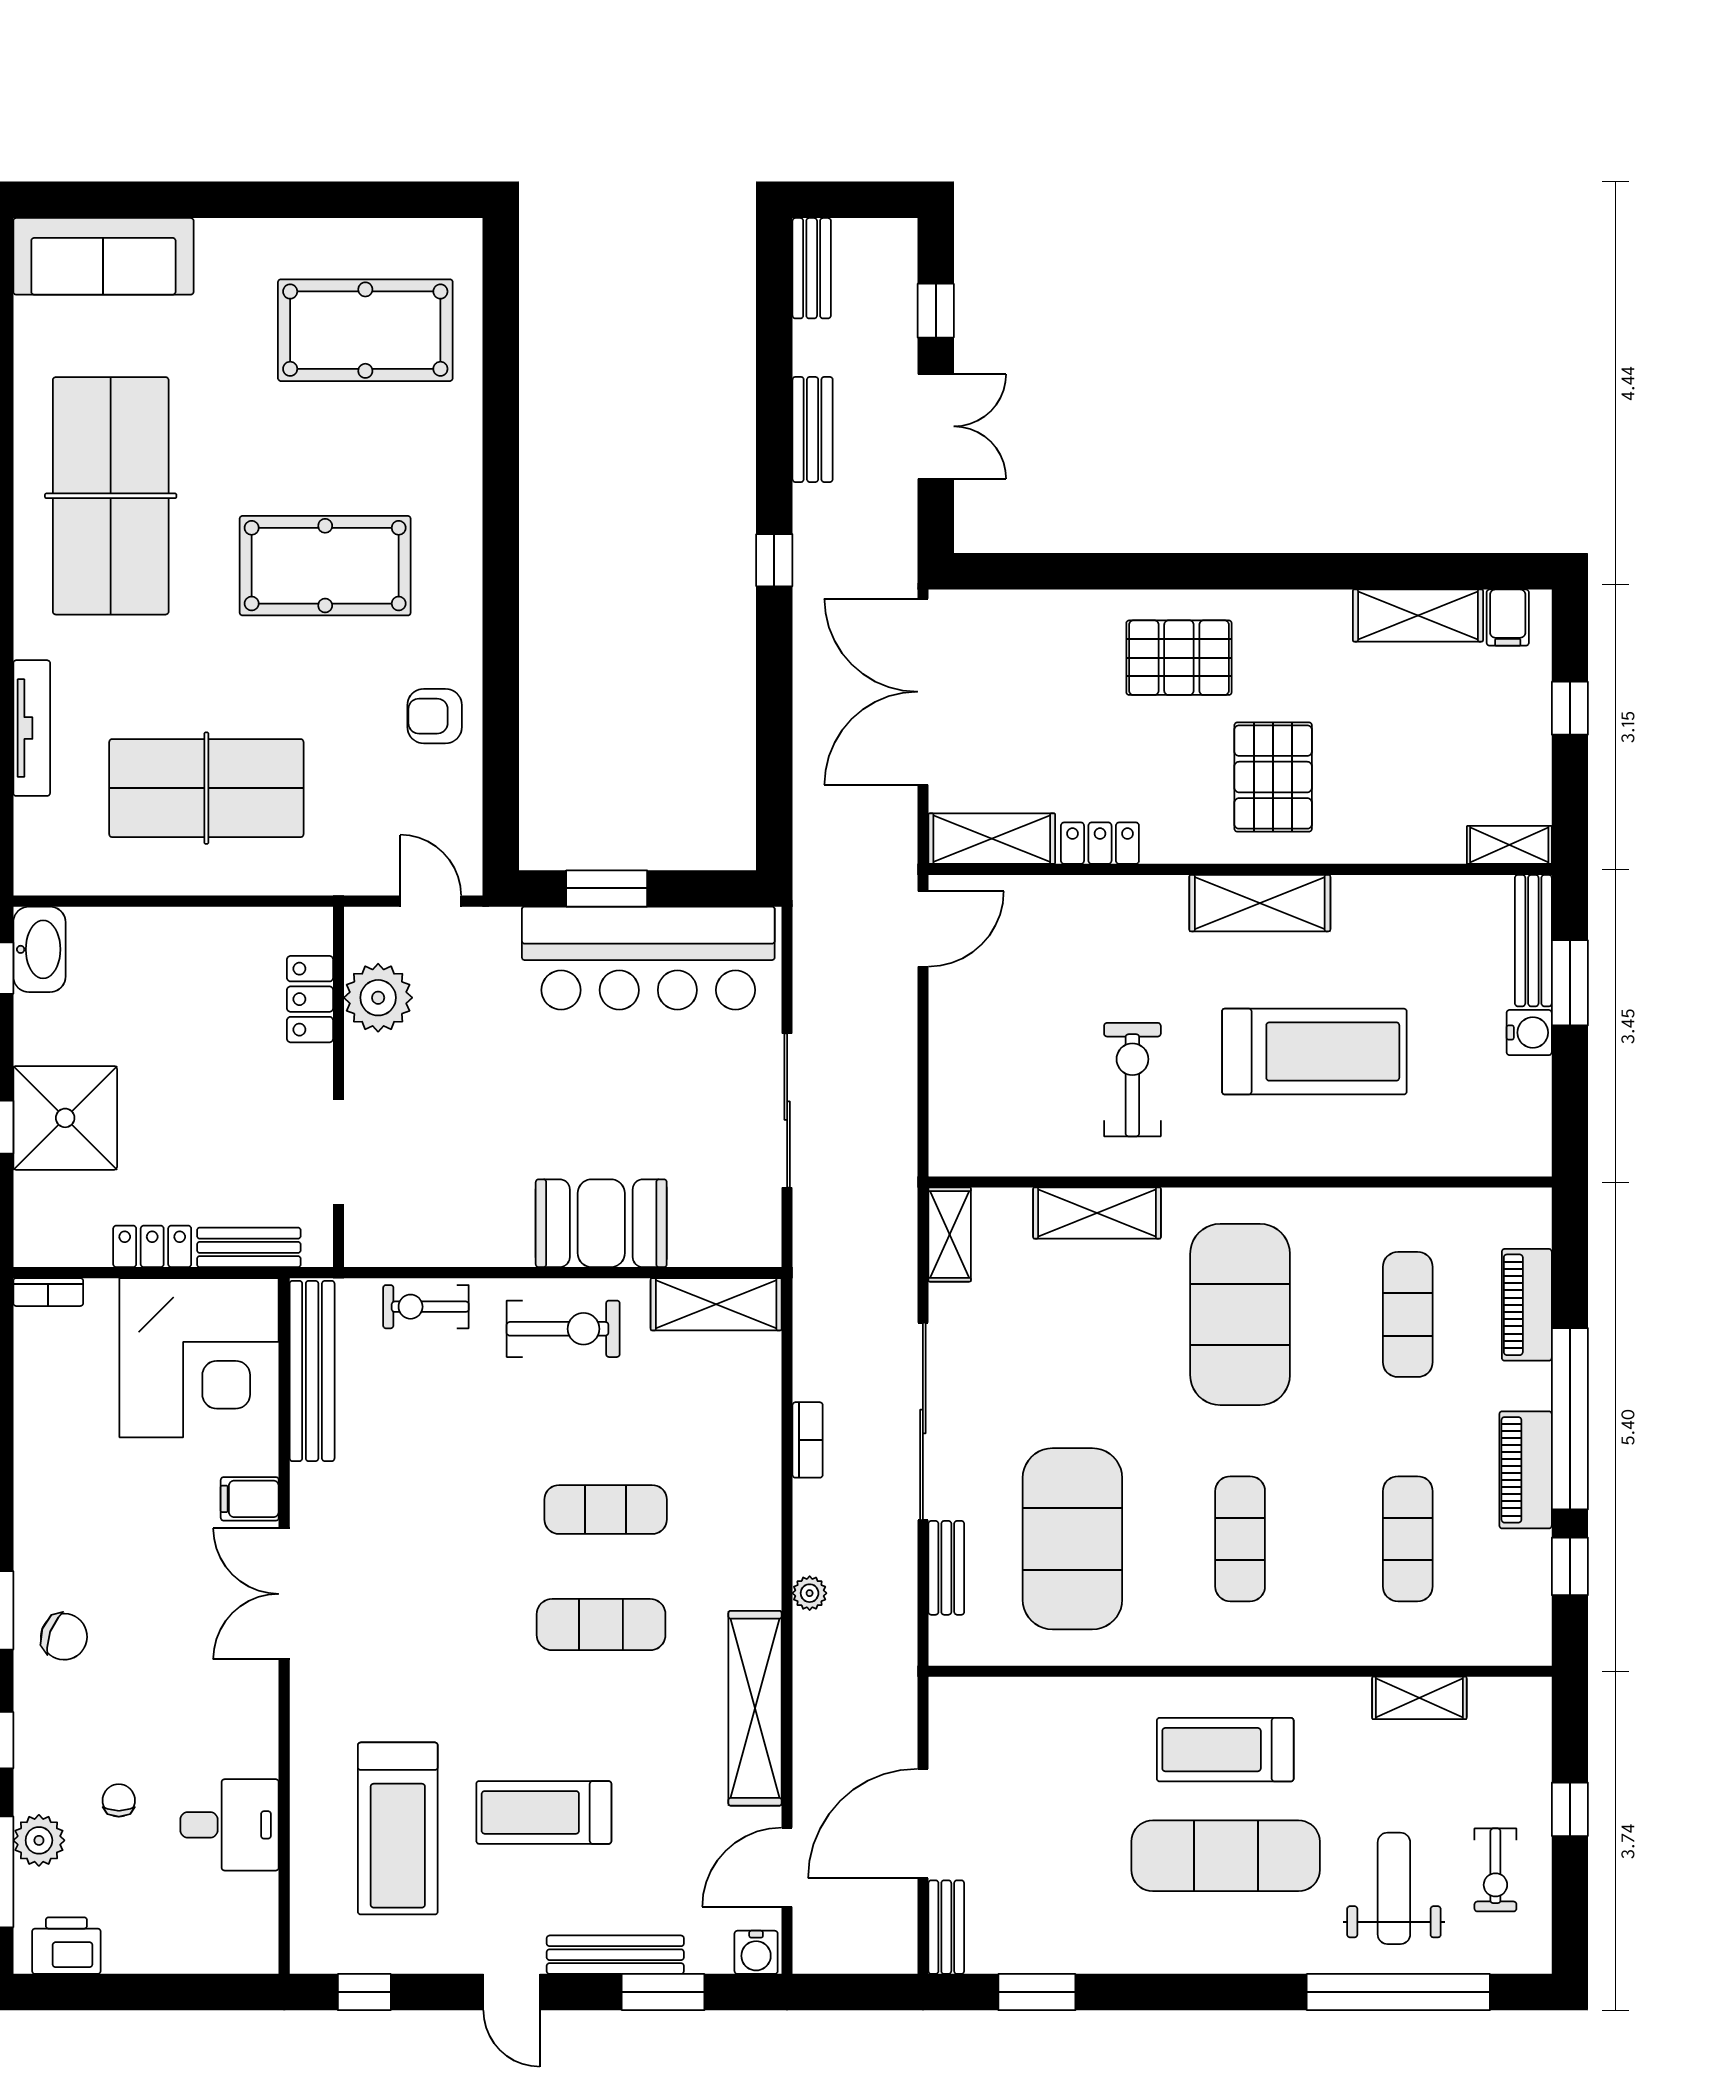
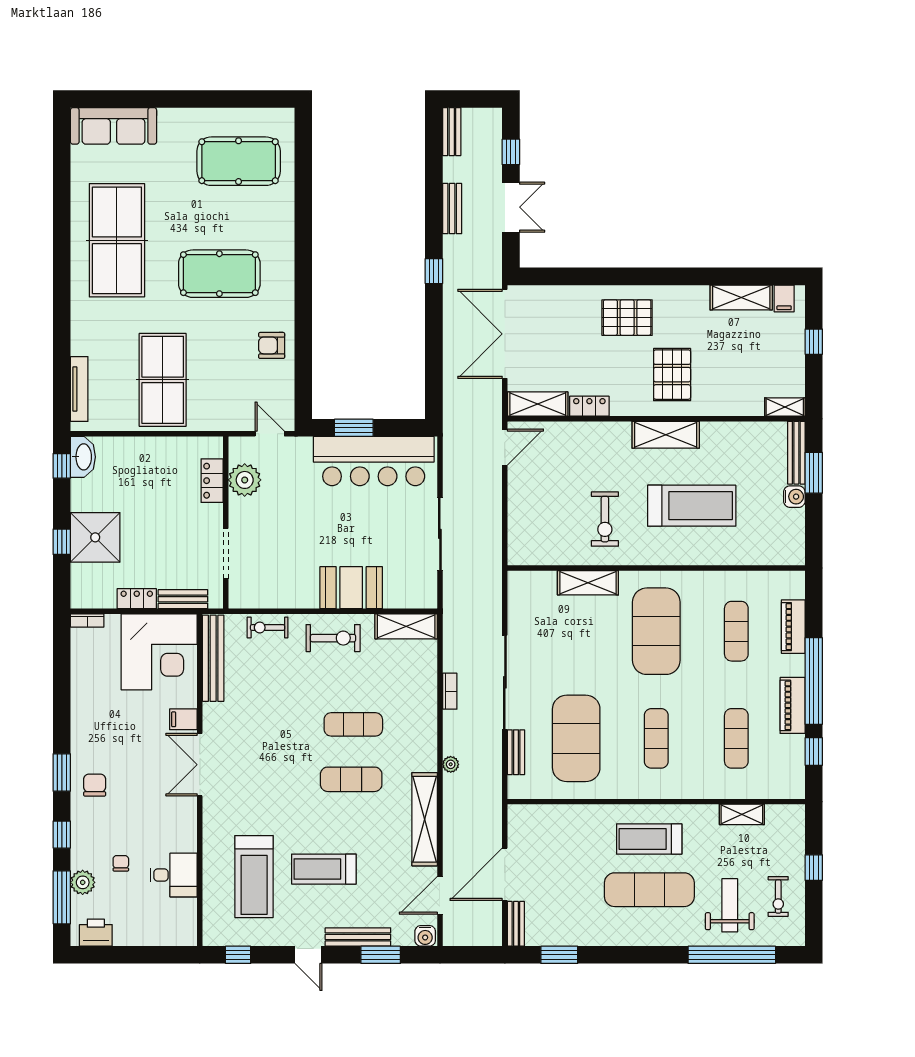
tv unit: (32, 728) -> (79, 389), moved
table tennis table: (206, 788) -> (163, 380), turned 90
exercise bike: (1132, 1080) -> (605, 519), turned 180
shelving: (950, 1235) -> (518, 593), removed
chair: (64, 1637) -> (95, 785), turned -110

